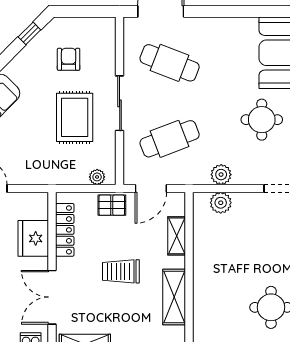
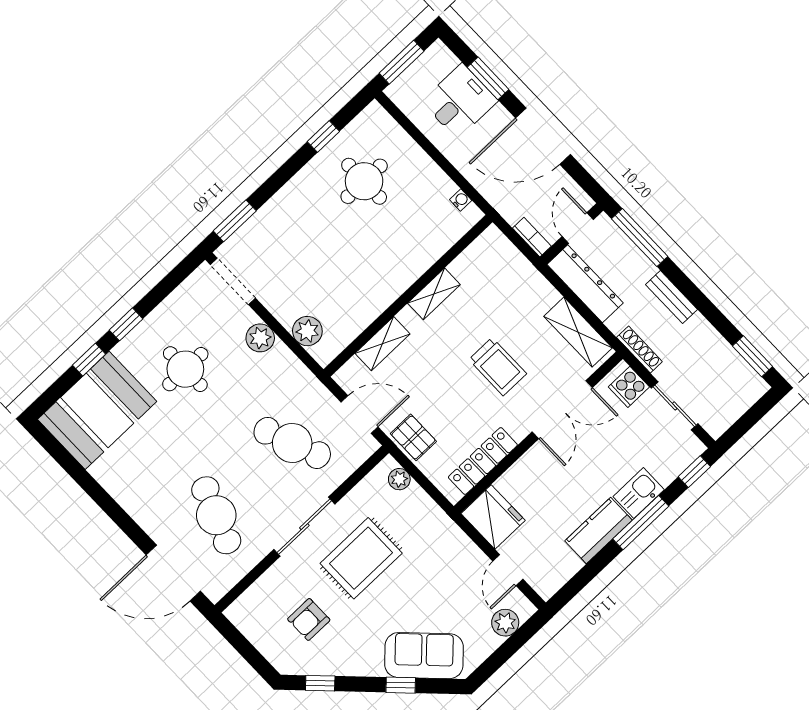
plant: (221, 175) -> (260, 338), moved
fridge: (33, 238) -> (493, 517), moved, turned -90
trolley: (121, 271) -> (498, 367), moved
shelving: (174, 297) -> (434, 294), width x0.67, depth x0.75

